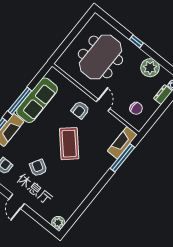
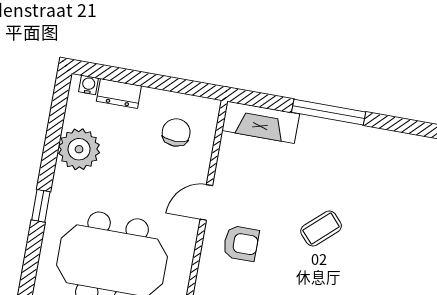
coffee table: (69, 144) -> (321, 228), width x0.54, depth x0.58
window: (122, 158) -> (329, 112), moved
armchair: (38, 168) -> (404, 264), removed

